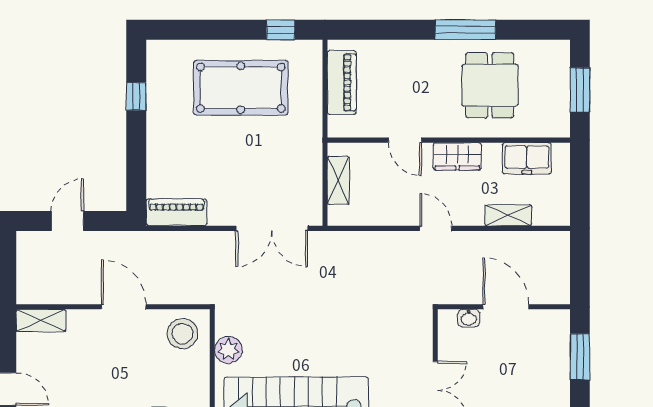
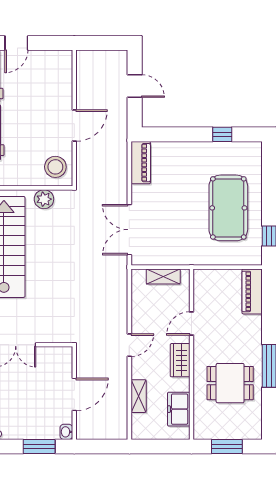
piano: (342, 82) -> (252, 291), moved, turned 90
washbasin: (469, 318) -> (66, 432), moved
shelving: (41, 320) -> (65, 67), removed

